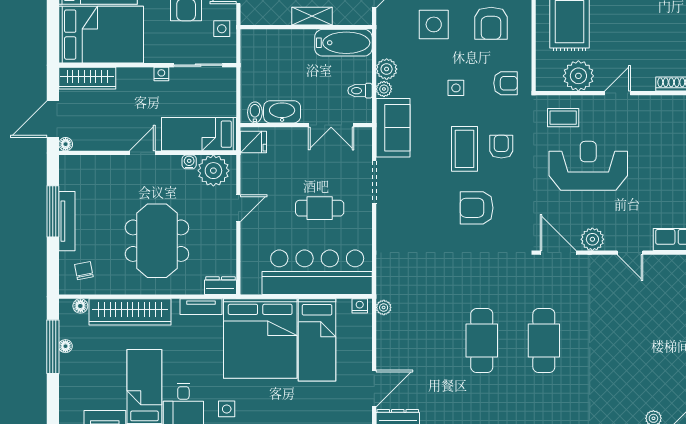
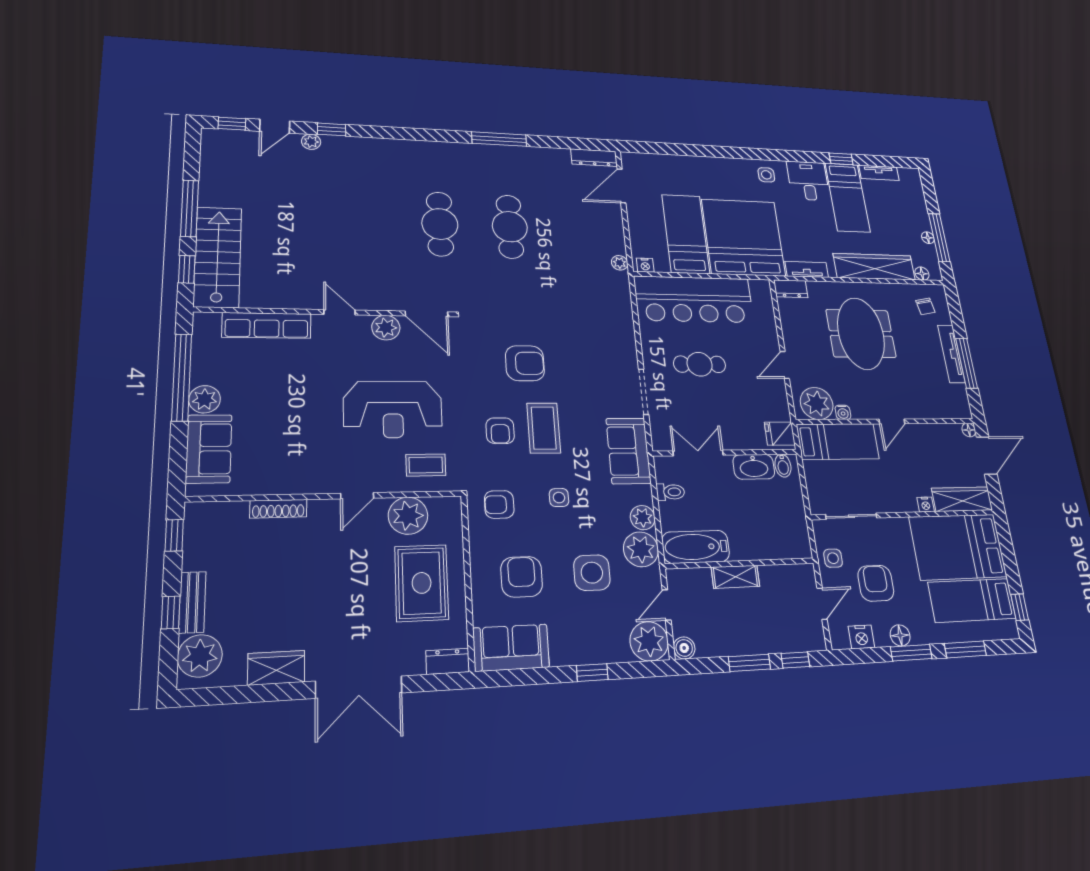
nightstand: (161, 74) -> (926, 504), moved
plant: (384, 89) -> (641, 549), moved, width x1.88, depth x1.88

